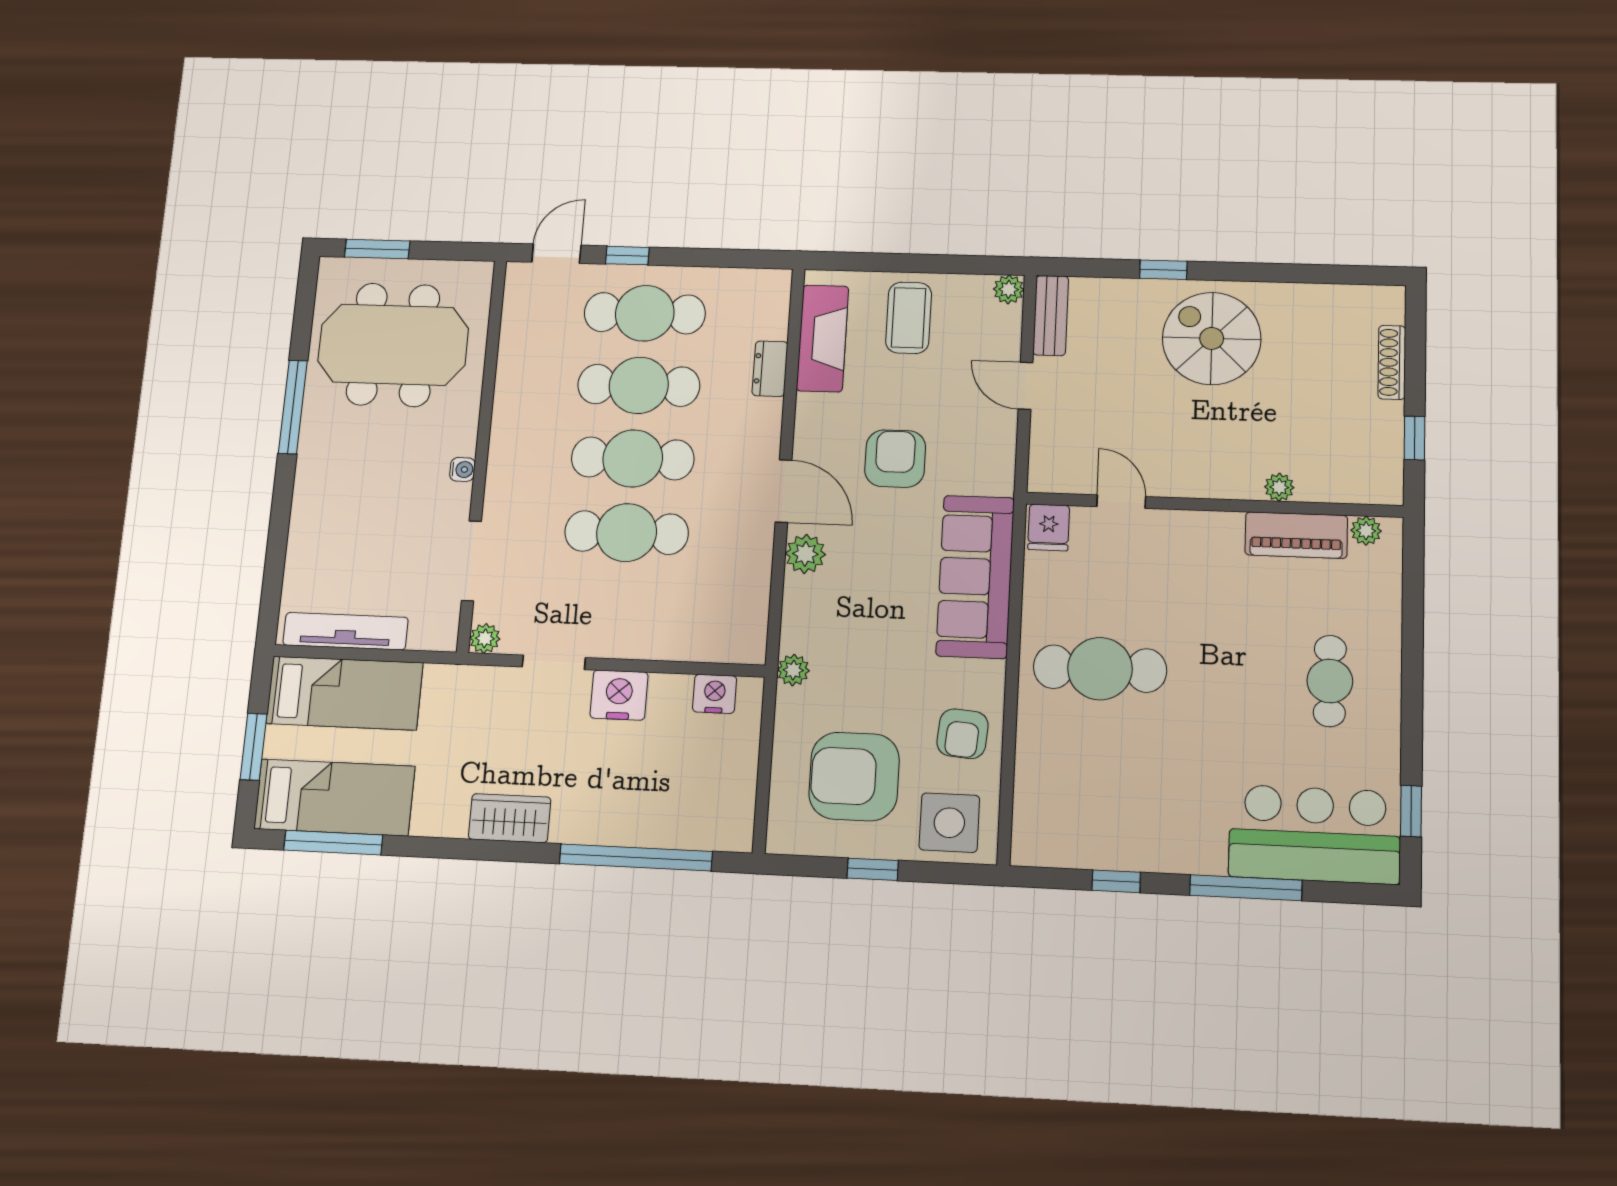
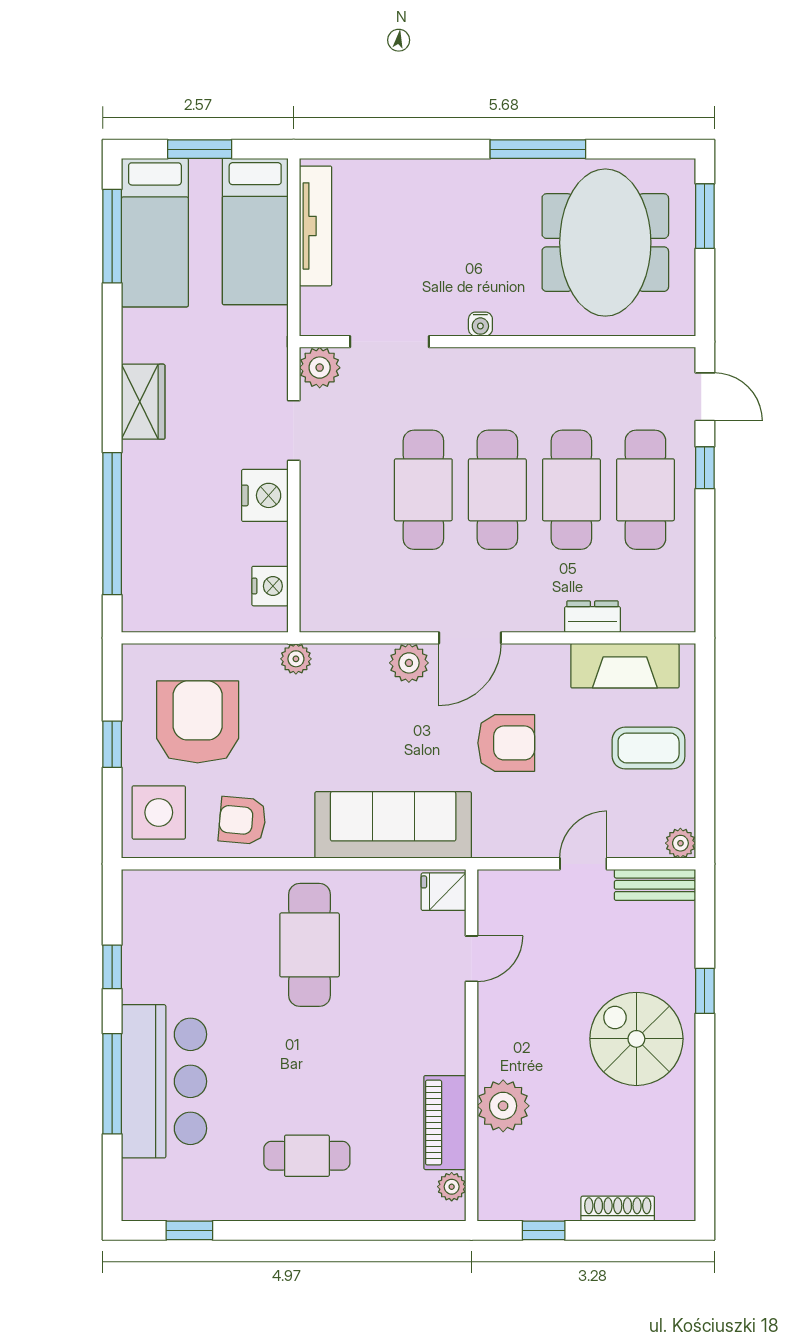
spiral stairs: (1212, 338) -> (636, 1039), turned -90
plant: (1279, 487) -> (503, 1106), width x1.87, depth x1.87
plant: (485, 638) -> (320, 368), width x1.38, depth x1.38
bar counter: (1315, 834) -> (164, 1081), moved

